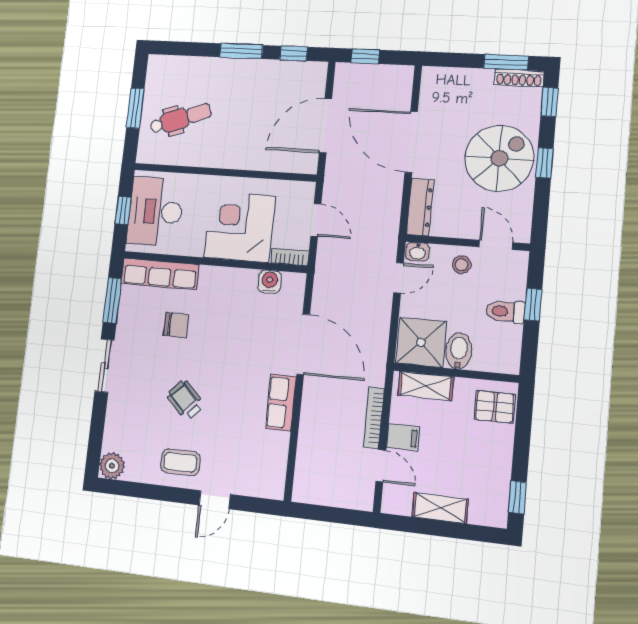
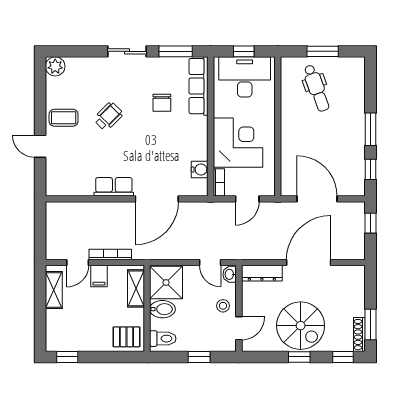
toilet: (505, 312) -> (163, 339), moved, turned 90
pallet: (495, 407) -> (126, 337), turned 90
coffee table: (180, 462) -> (64, 118), turned 90
shelving: (440, 508) -> (54, 290), moved

